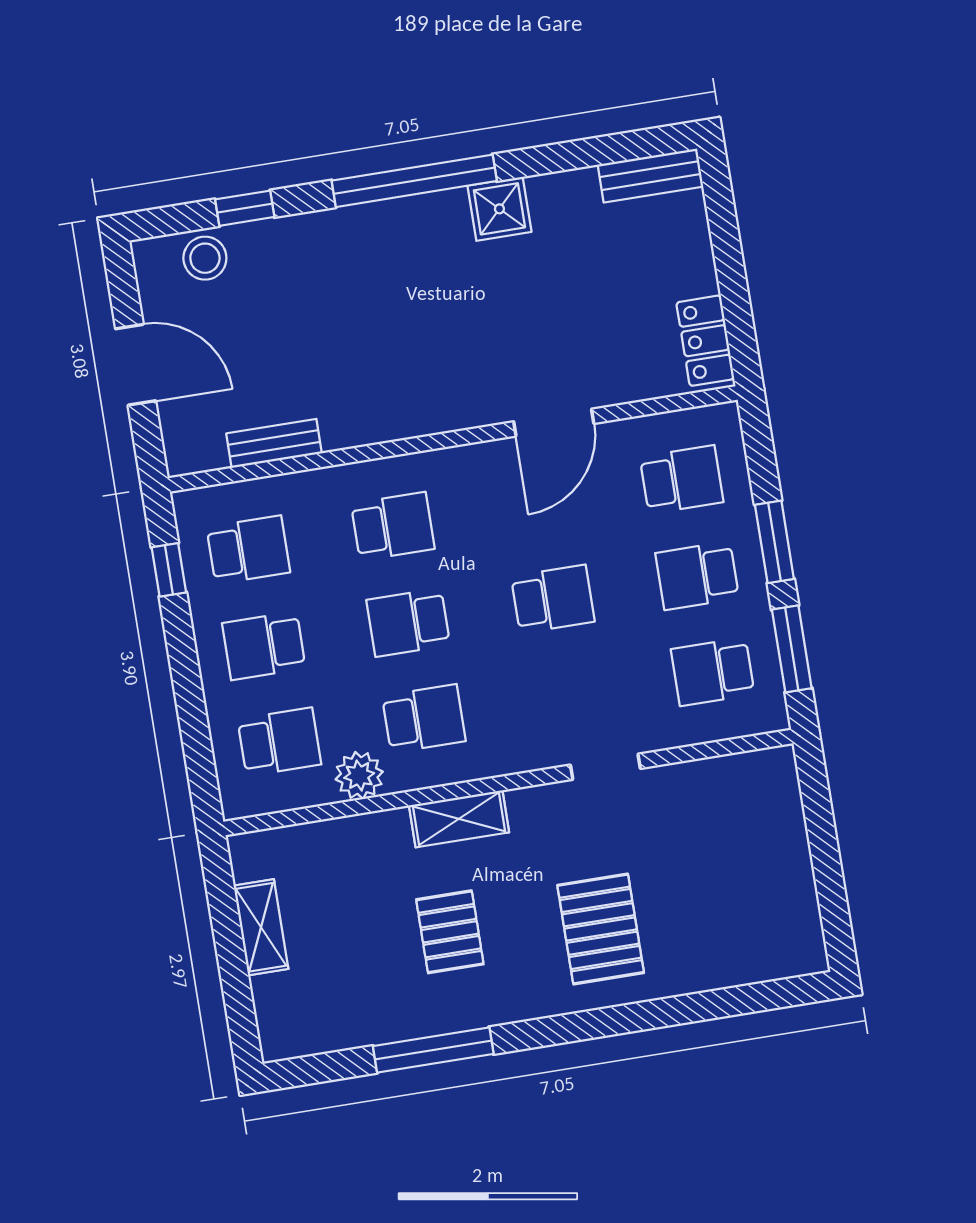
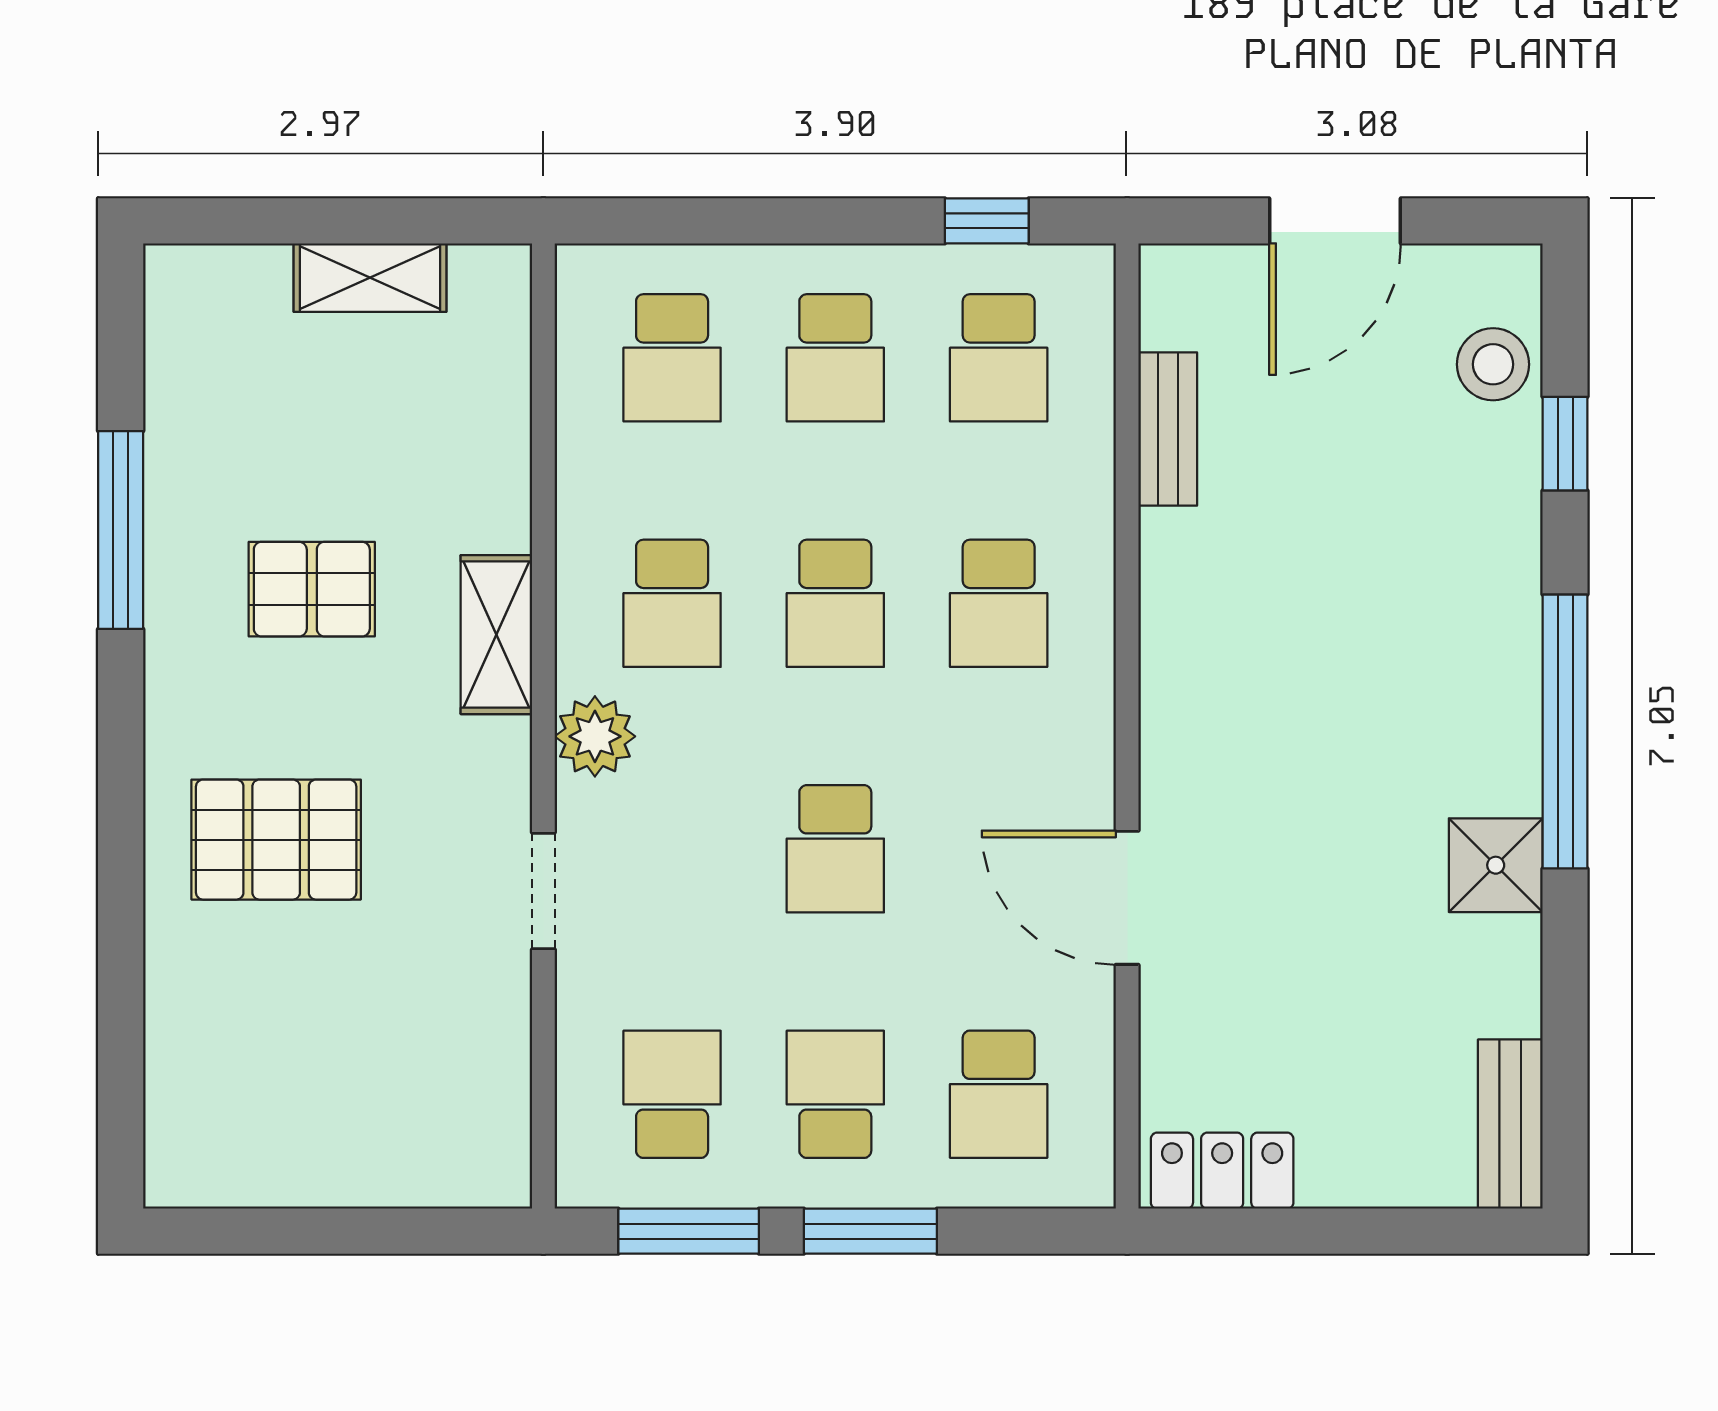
school desk: (408, 622) -> (835, 603), turned 180
school desk: (264, 646) -> (835, 358), turned 180
plant: (359, 776) -> (595, 736), moved

